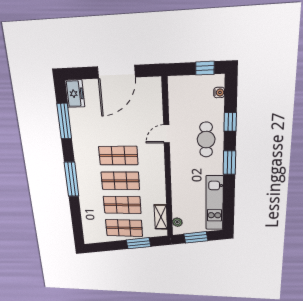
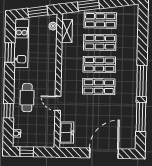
door: (116, 72) -> (104, 153), moved
freezer: (75, 94) -> (67, 133), moved, turned 180
door: (166, 134) -> (58, 103), swing flipped
window: (229, 163) -> (10, 53), moved
window: (72, 179) -> (142, 81), moved

